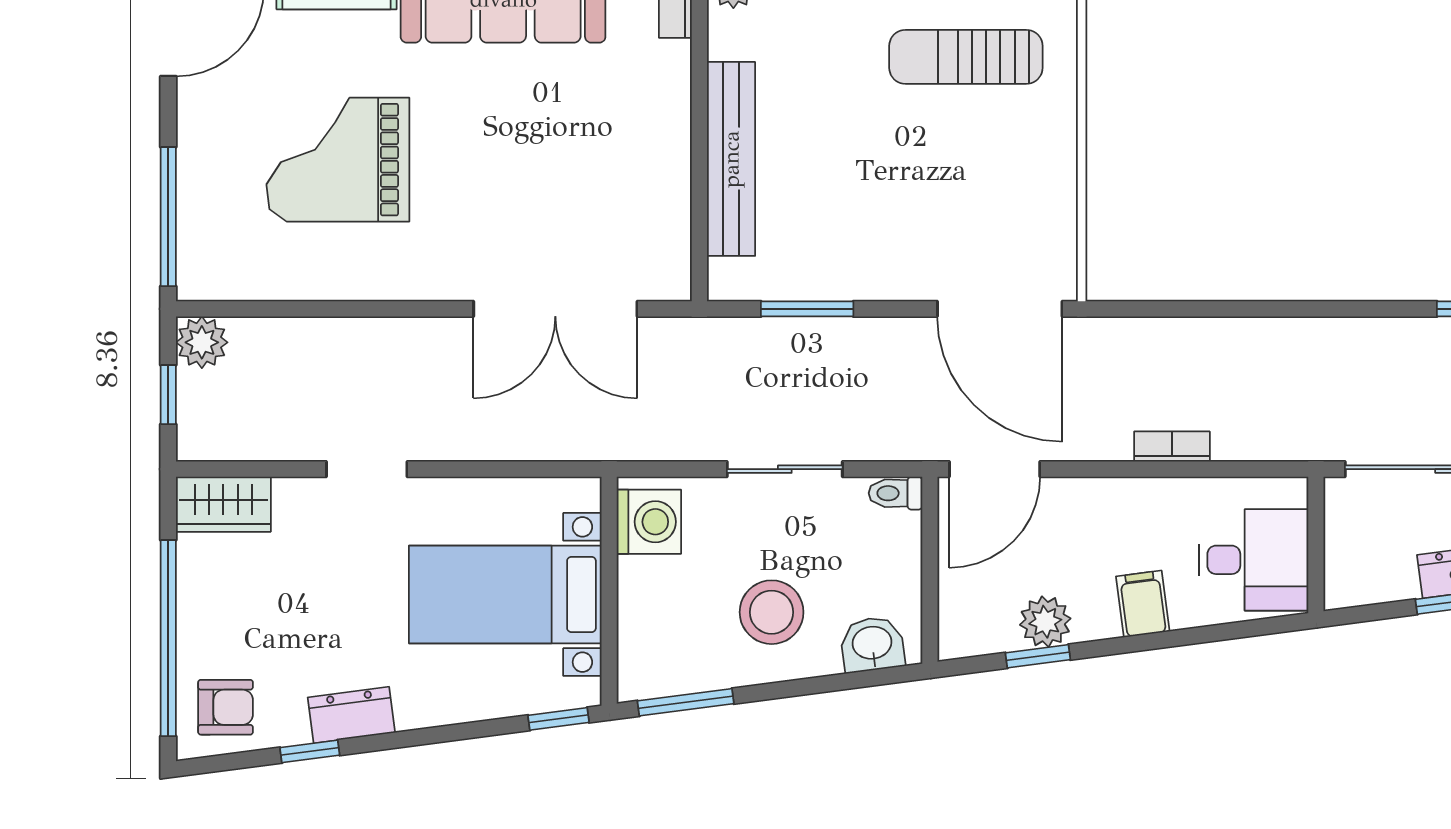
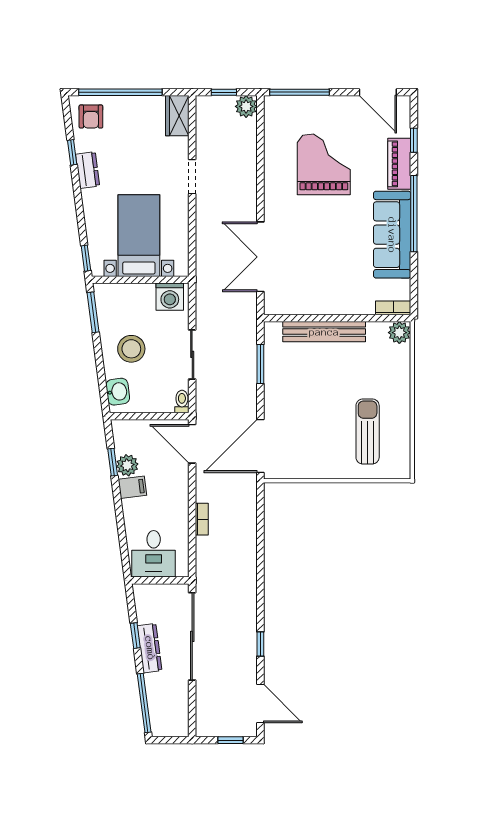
filing cabinet: (1143, 604) -> (132, 487), moved

